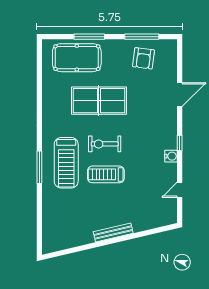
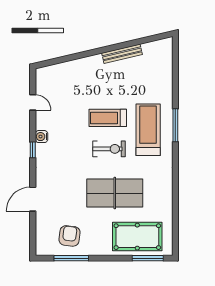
window: (89, 37) -> (148, 258), moved
treadmill: (106, 174) -> (108, 118), turned 180
door: (180, 190) -> (33, 102), hinge flipped
bench: (113, 233) -> (122, 54), moved

